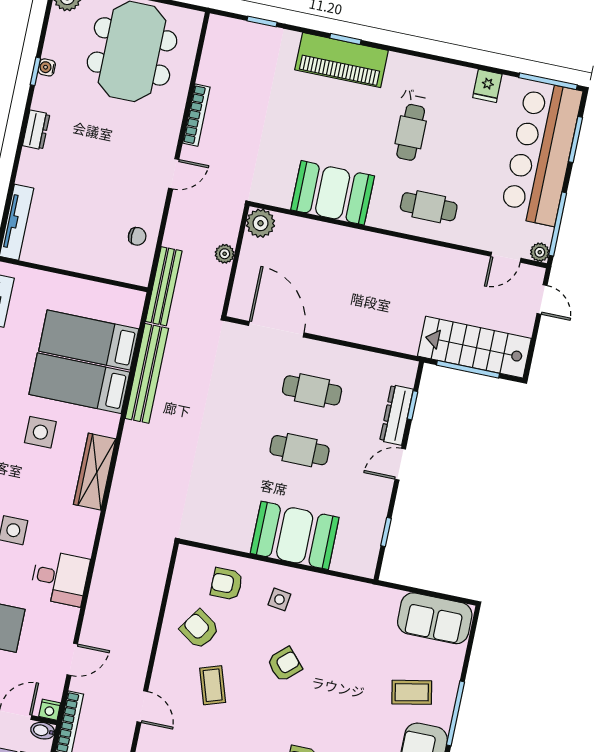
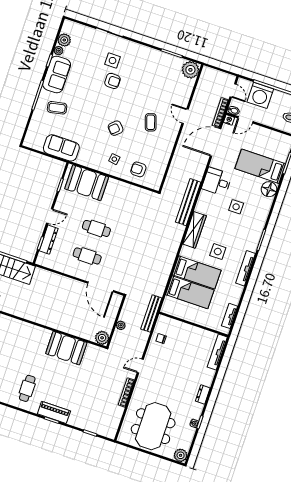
piano: (342, 60) -> (54, 412), width x0.73, depth x0.75
cafe table: (411, 132) -> (27, 388), moved
cafe table: (429, 207) -> (22, 336), removed
bench: (147, 373) -> (188, 202), moved
booth: (295, 535) -> (87, 183), moved
armchair: (227, 584) -> (138, 169), turned 180
sofa: (435, 618) -> (61, 148), moved
armchair: (200, 629) -> (154, 149), removed
door: (72, 659) -> (216, 142), width x1.87

